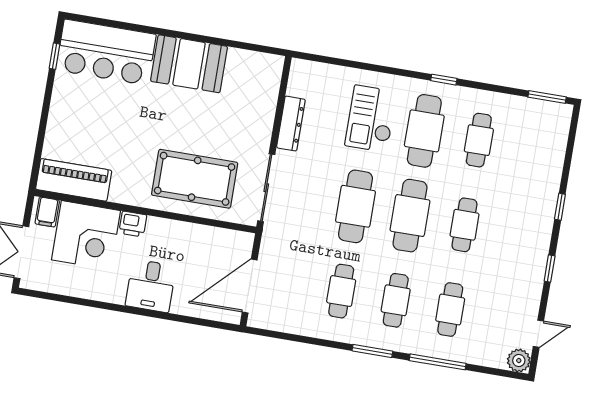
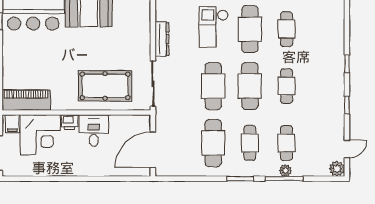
desk: (151, 286) -> (94, 131), moved, turned 180
cafe table: (341, 291) -> (213, 143), width x1.37, depth x1.35
plant: (442, 350) -> (285, 171), added

